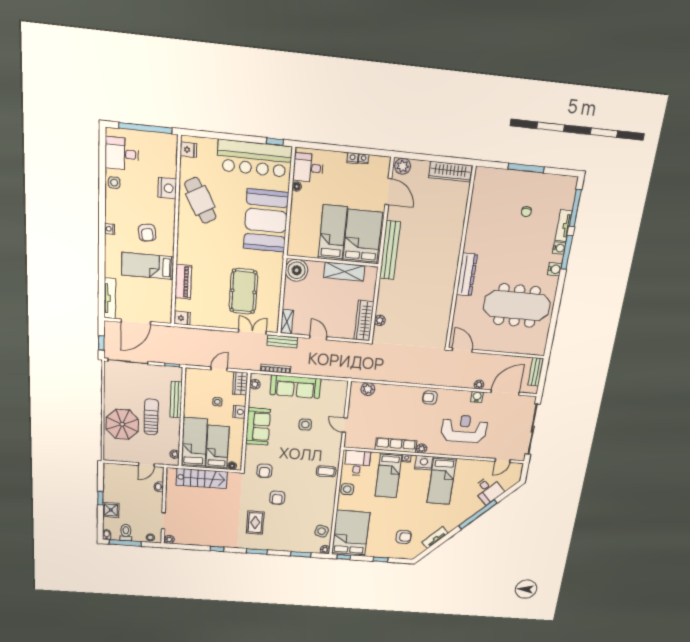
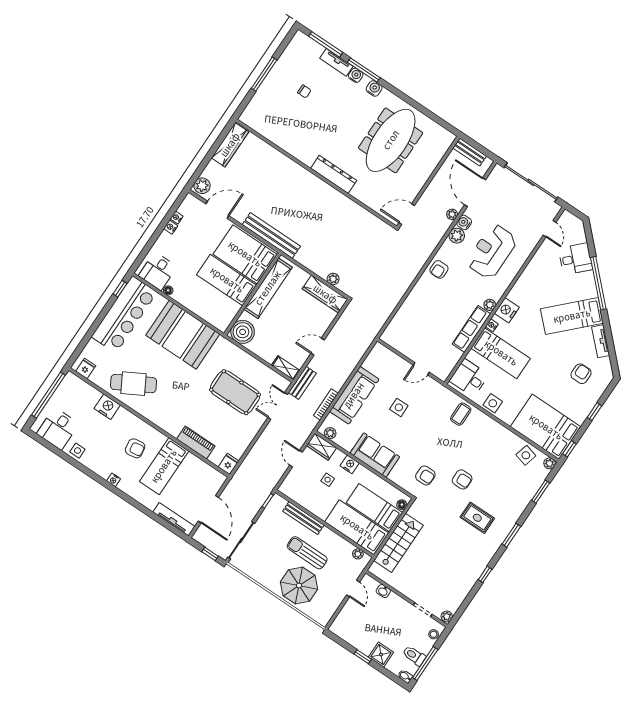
shelving: (344, 272) -> (268, 288), width x1.47
plant: (368, 389) -> (457, 236), moved
bed: (442, 481) -> (572, 316), moved, turned 135

